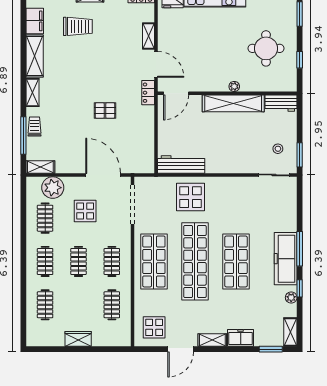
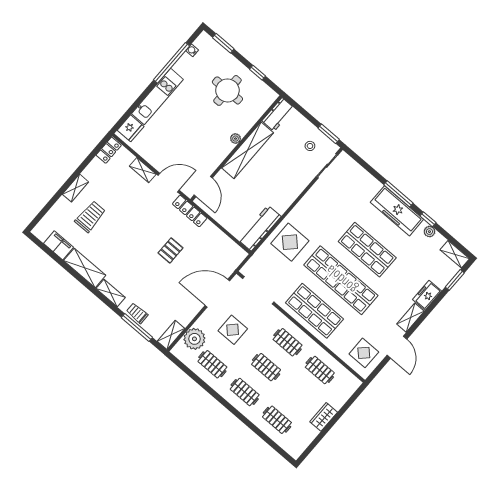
locker: (148, 93) -> (190, 211), width x1.53

